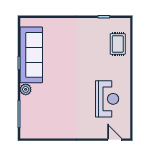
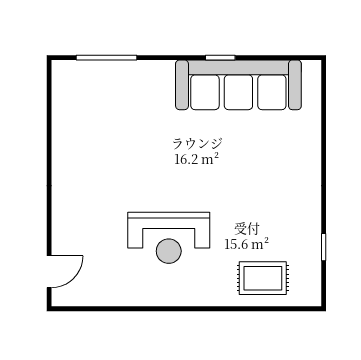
plant: (26, 89) -> (161, 72), removed
reception desk: (107, 99) -> (169, 238), moved

